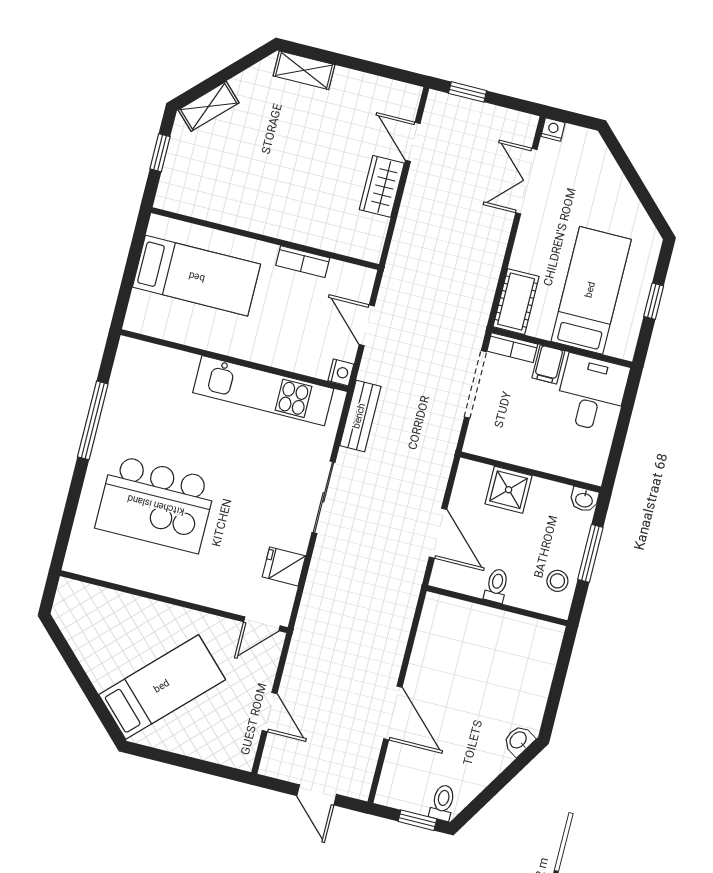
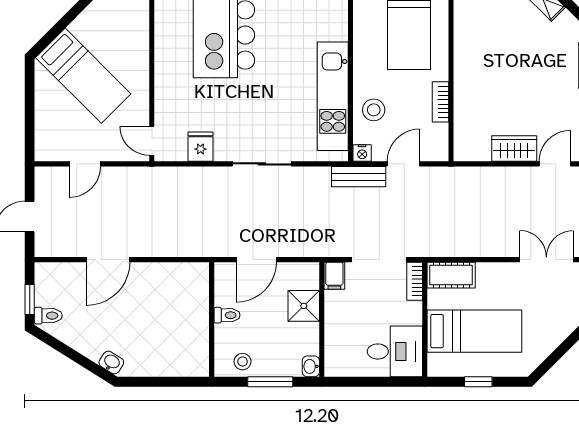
stool: (292, 345) -> (374, 110), added
filing cabinet: (548, 364) -> (334, 276), moved, turned -90
bench: (360, 416) -> (359, 177), moved

